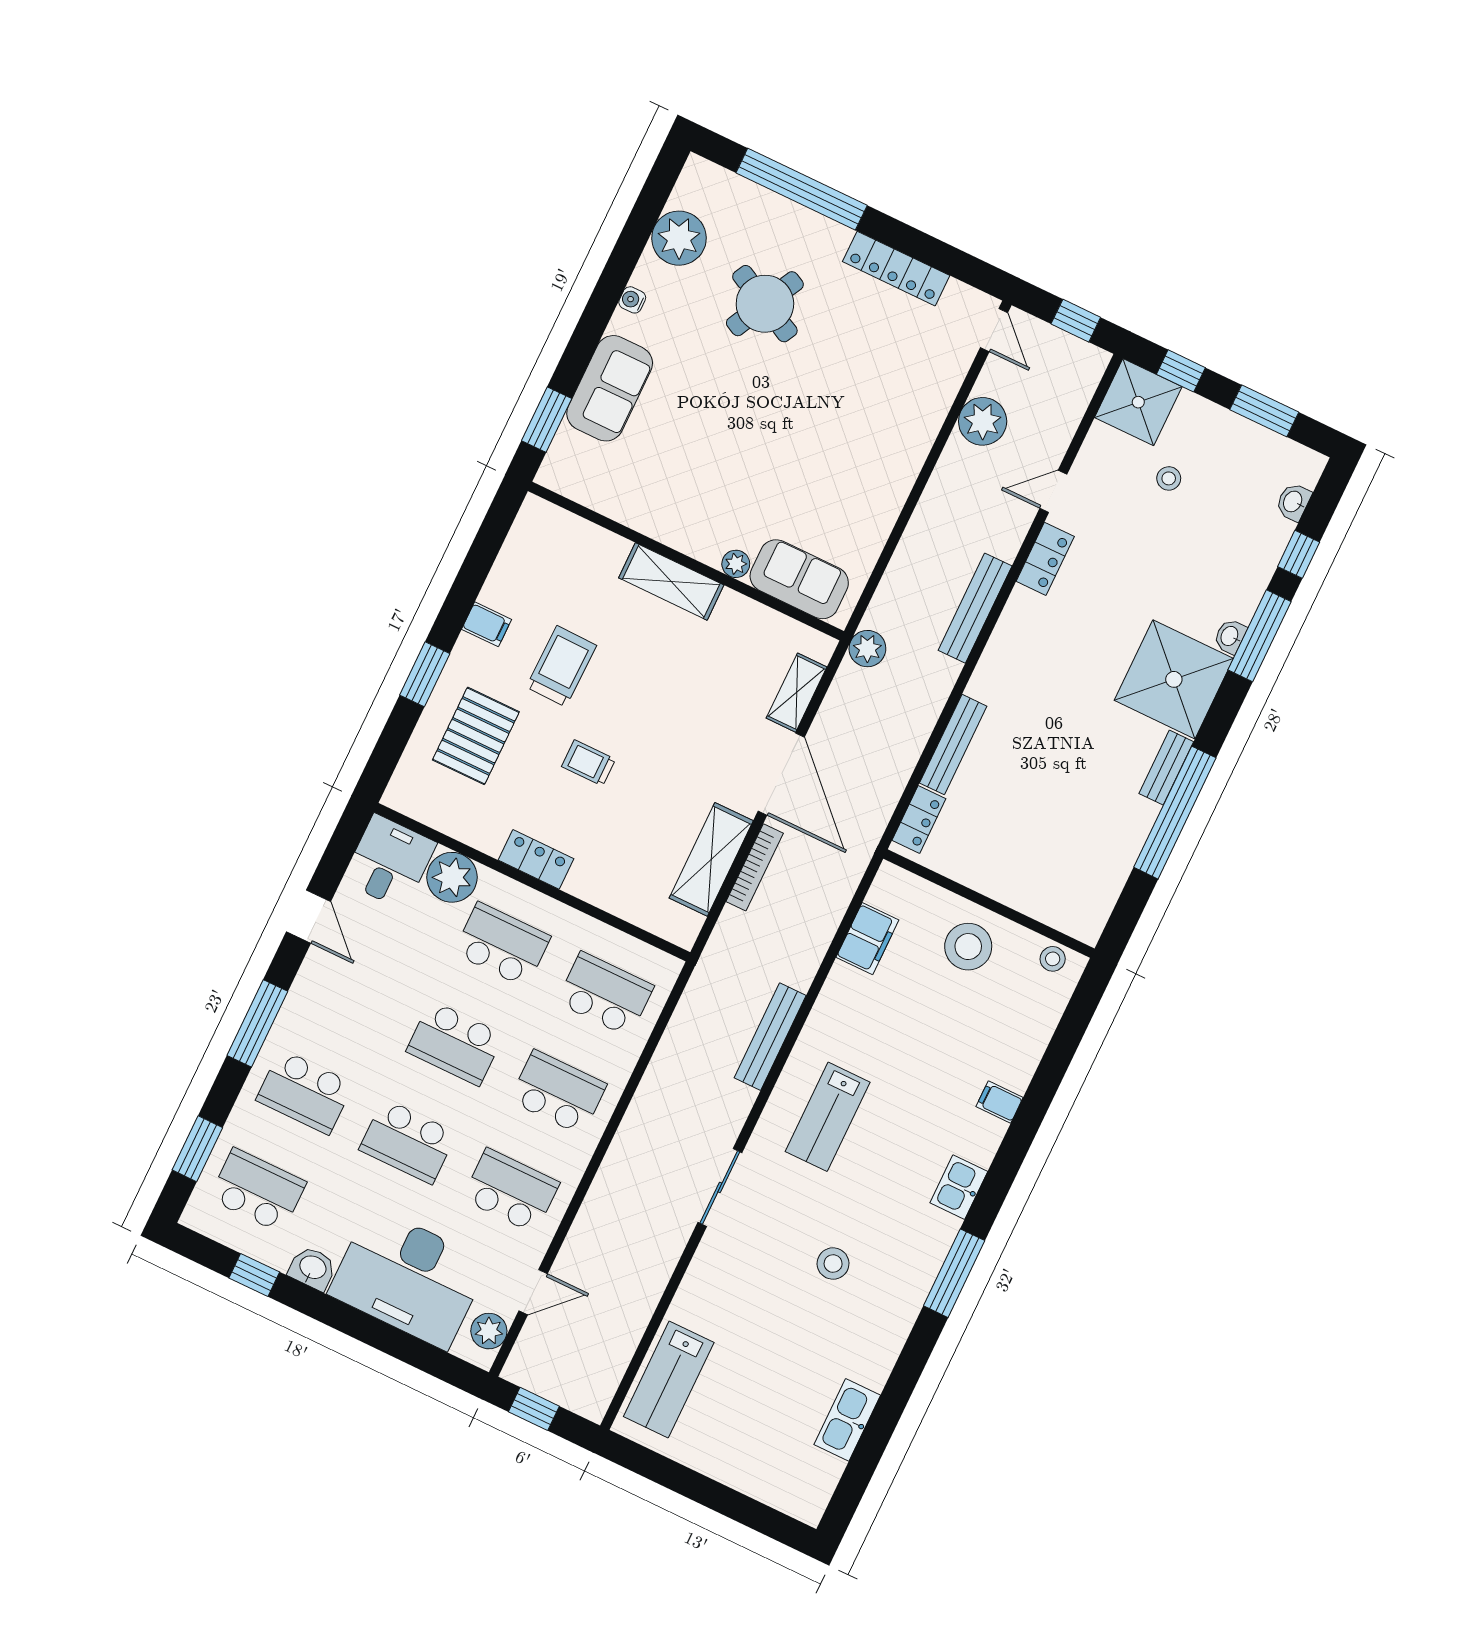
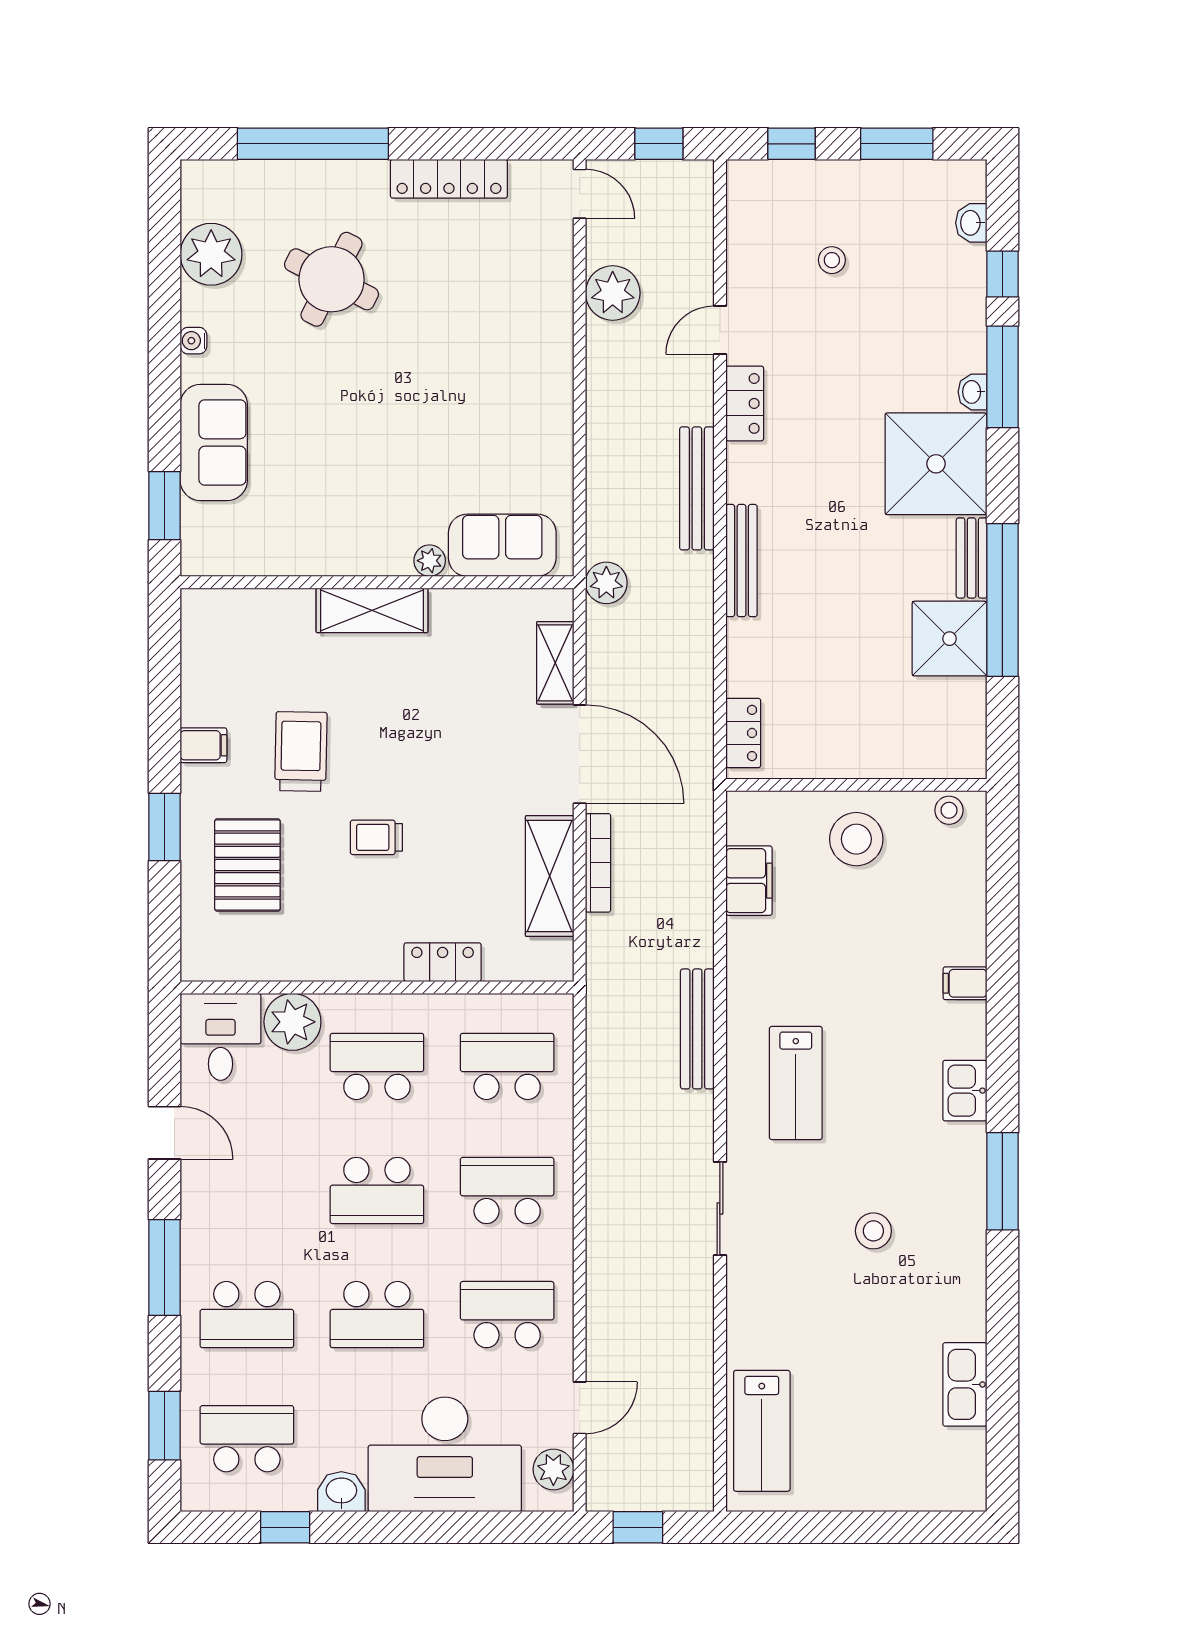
shower: (1138, 402) -> (950, 639), moved
bench: (953, 745) -> (741, 561), moved
locker: (536, 859) -> (443, 962), moved

